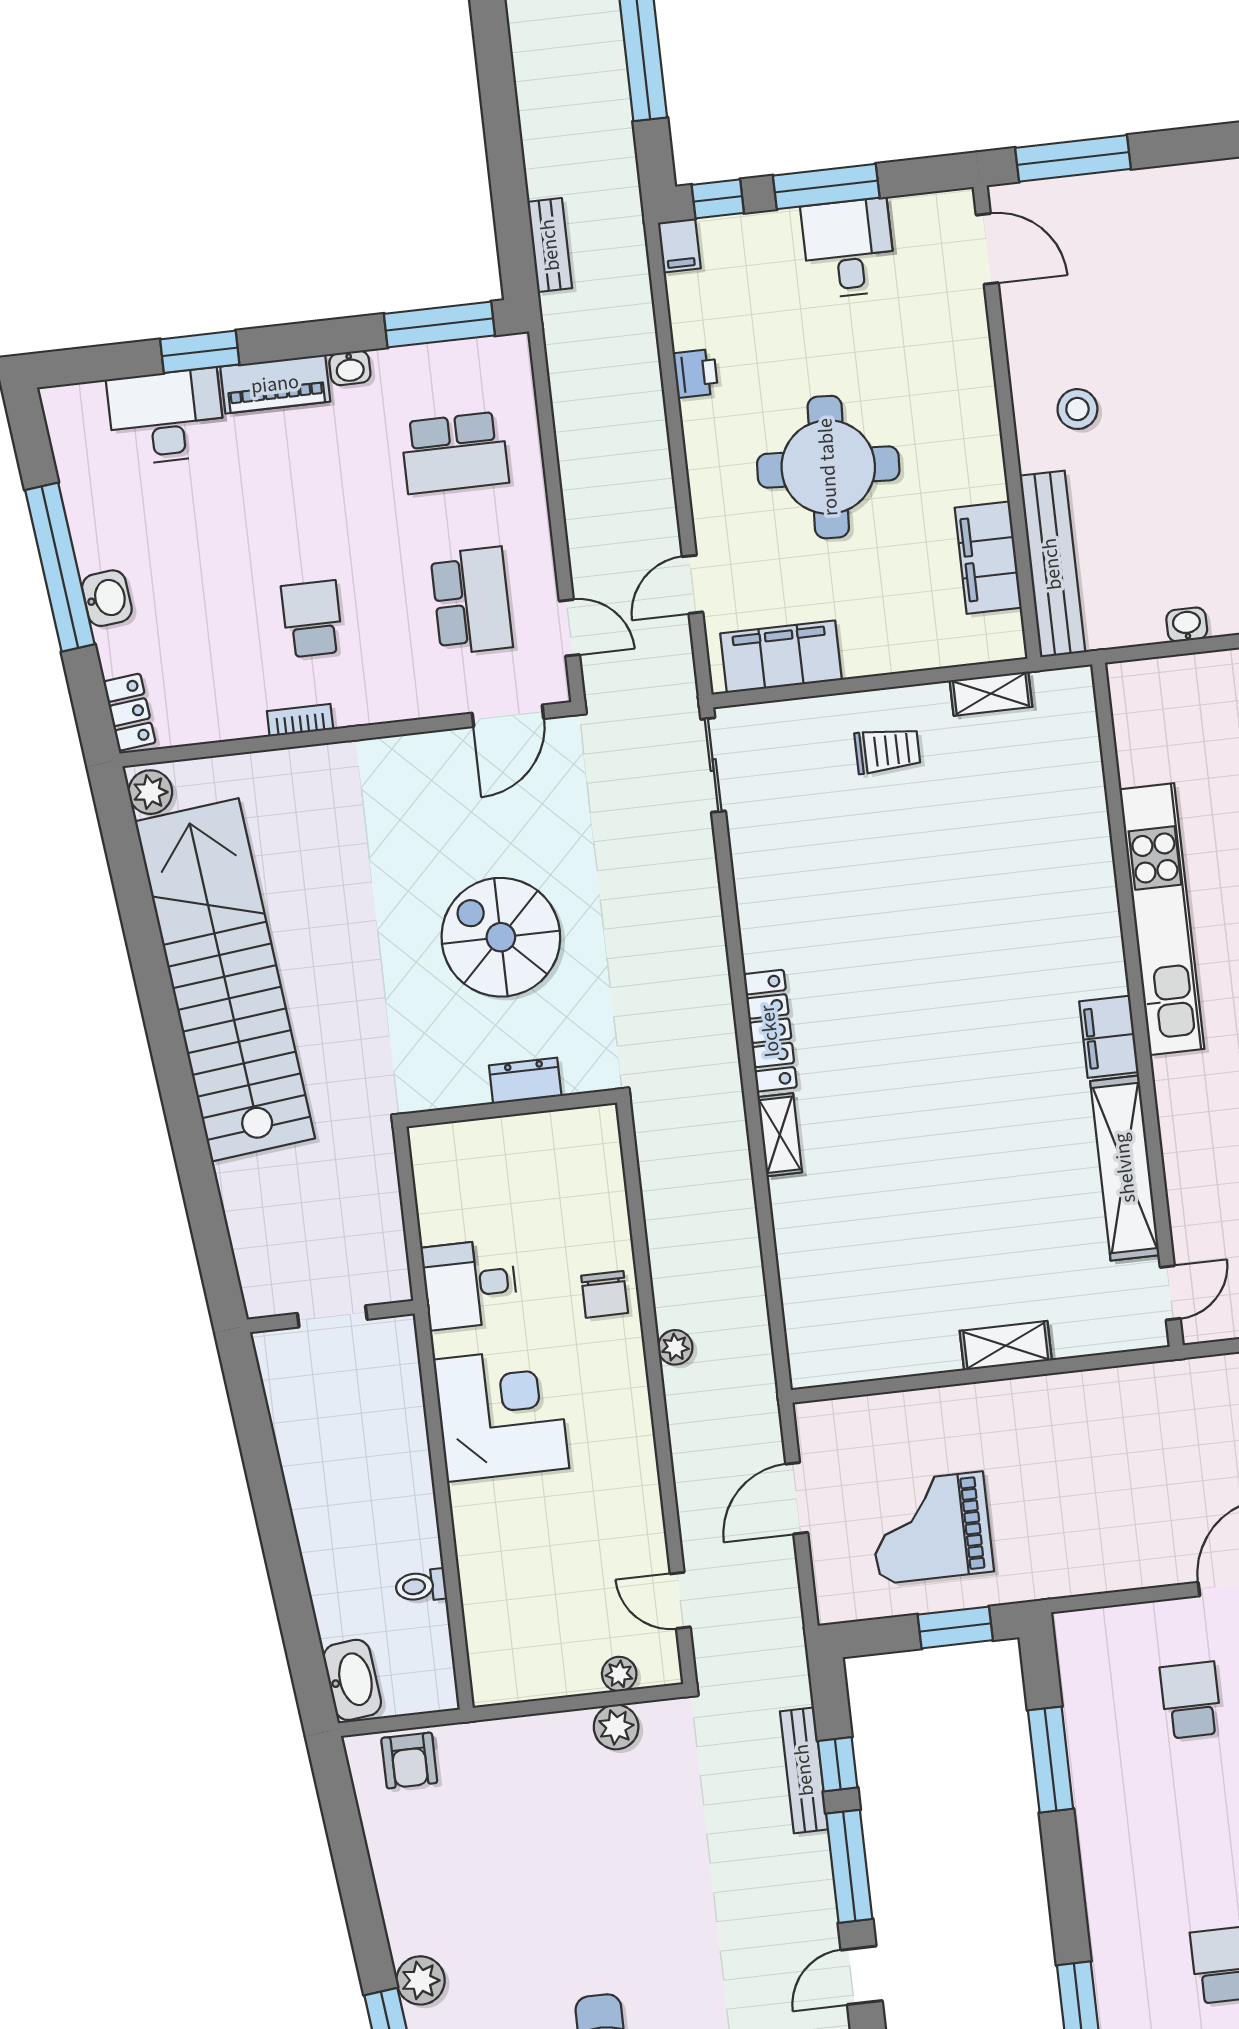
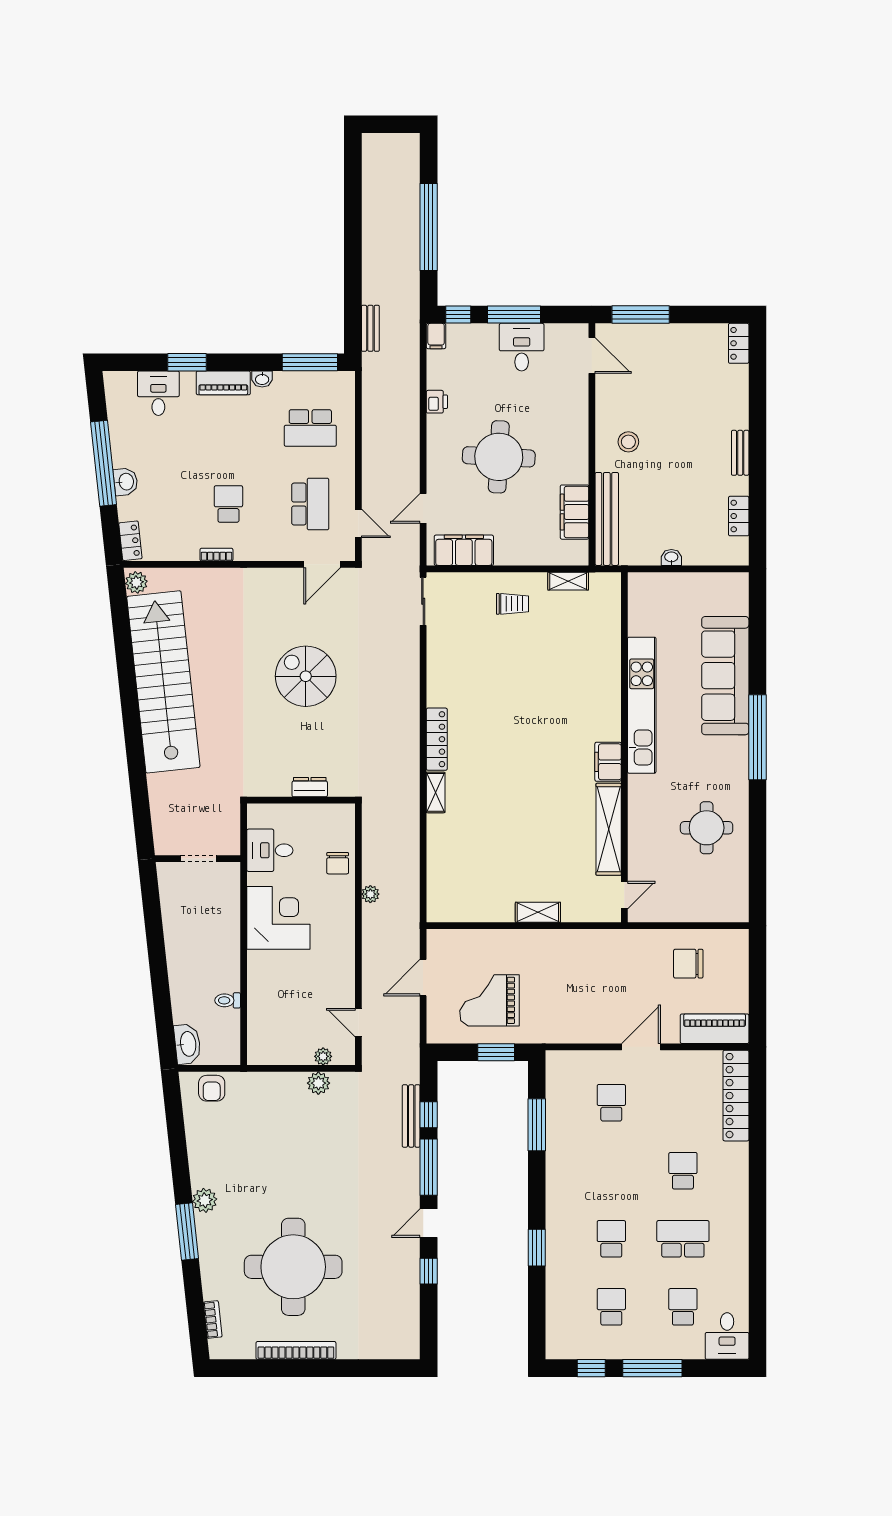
desk: (166, 417) -> (158, 393), width x0.73
dresser: (525, 1081) -> (310, 787), moved
wall: (511, 1108) -> (301, 800), moved

